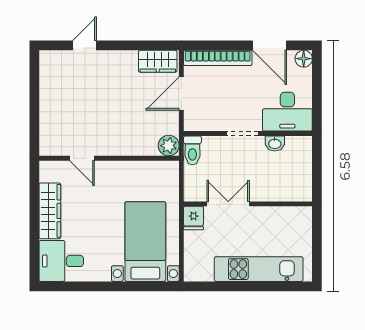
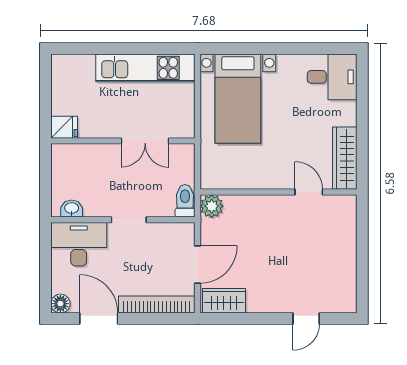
washbasin: (275, 143) -> (72, 209), moved
wardrobe: (50, 211) -> (345, 158), moved
fridge: (194, 218) -> (64, 127), moved, turned 90
kitchen unit: (259, 269) -> (145, 68), moved

